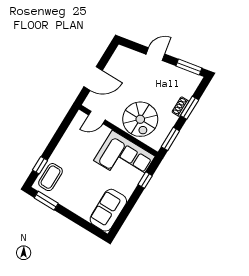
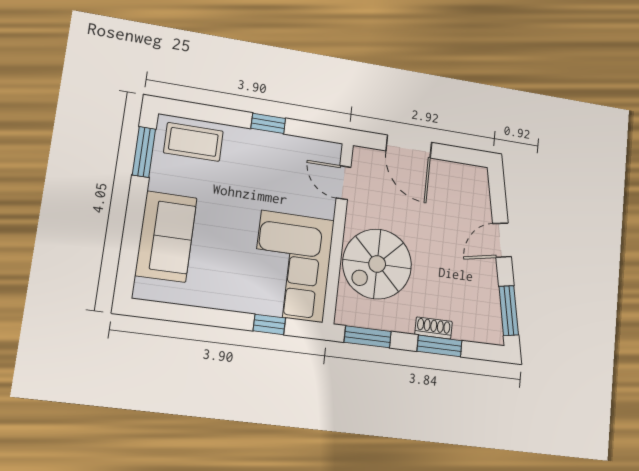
door: (155, 54) -> (502, 240), swing flipped
window: (40, 165) -> (268, 123), moved
sofa: (108, 210) -> (166, 236), moved, turned 90

